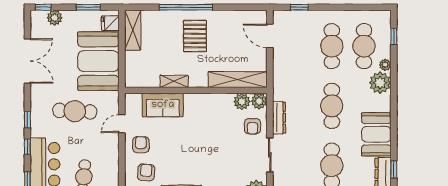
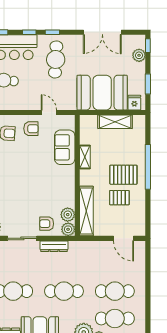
window: (299, 7) -> (148, 264), removed
shelving: (133, 30) -> (115, 122), moved
door: (270, 36) -> (124, 238), swing flipped
pallet: (222, 41) -> (119, 198), added
cafe table: (75, 111) -> (56, 59), moved

